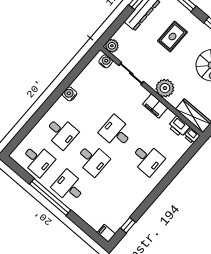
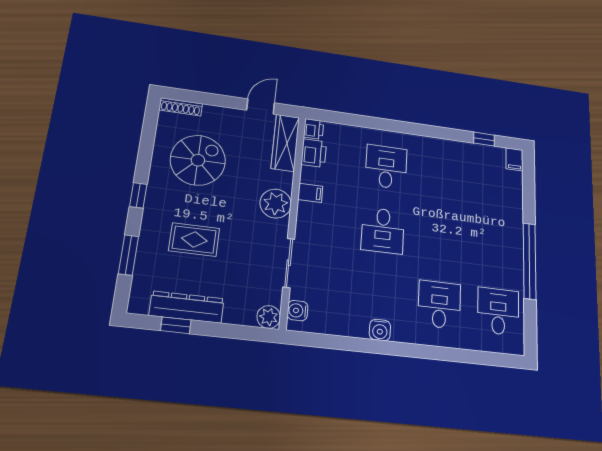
filing cabinet: (155, 106) -> (310, 193), width x0.50
desk: (92, 159) -> (441, 238), removed
desk: (69, 187) -> (498, 245), removed

